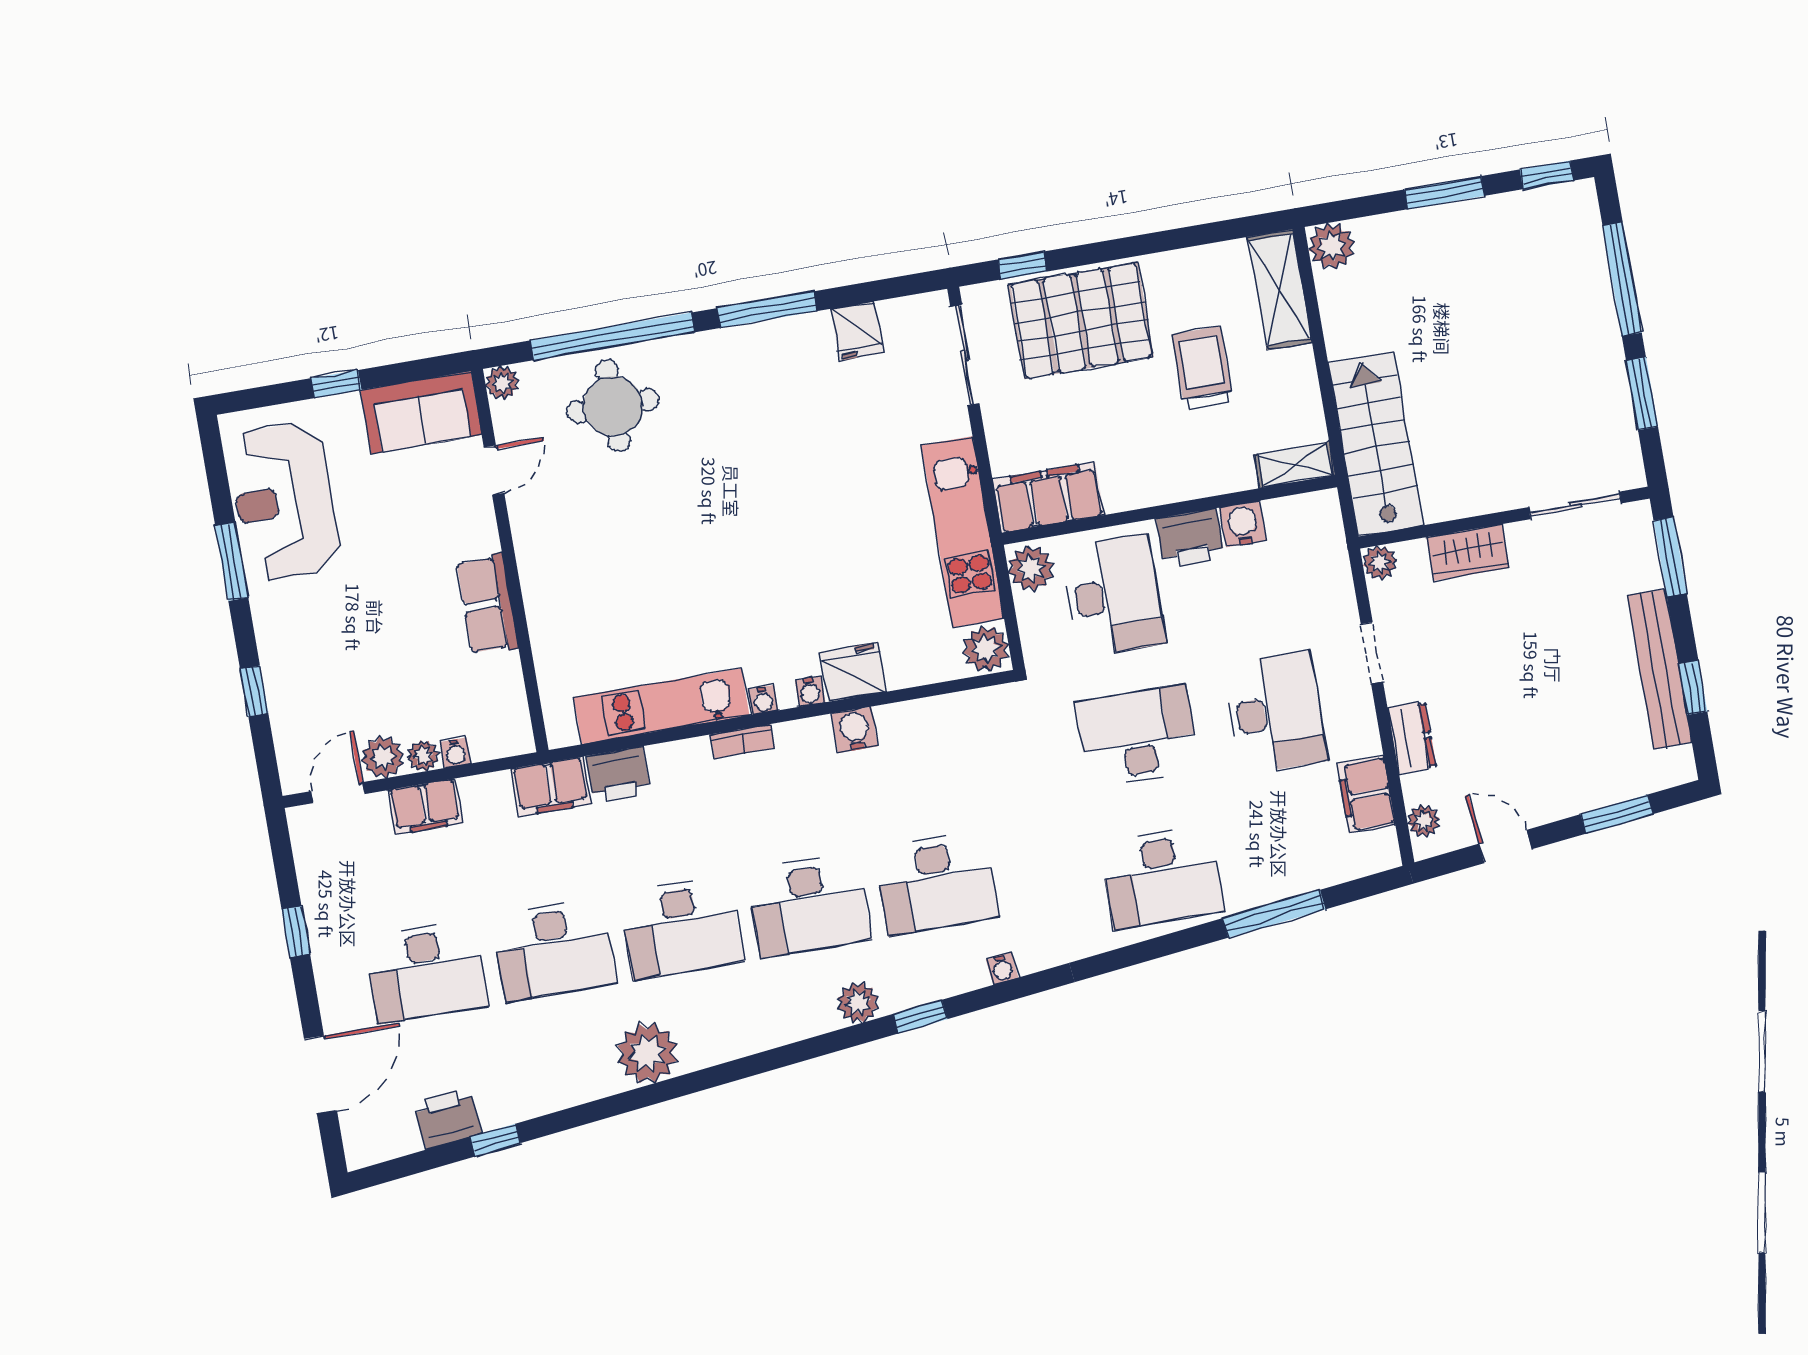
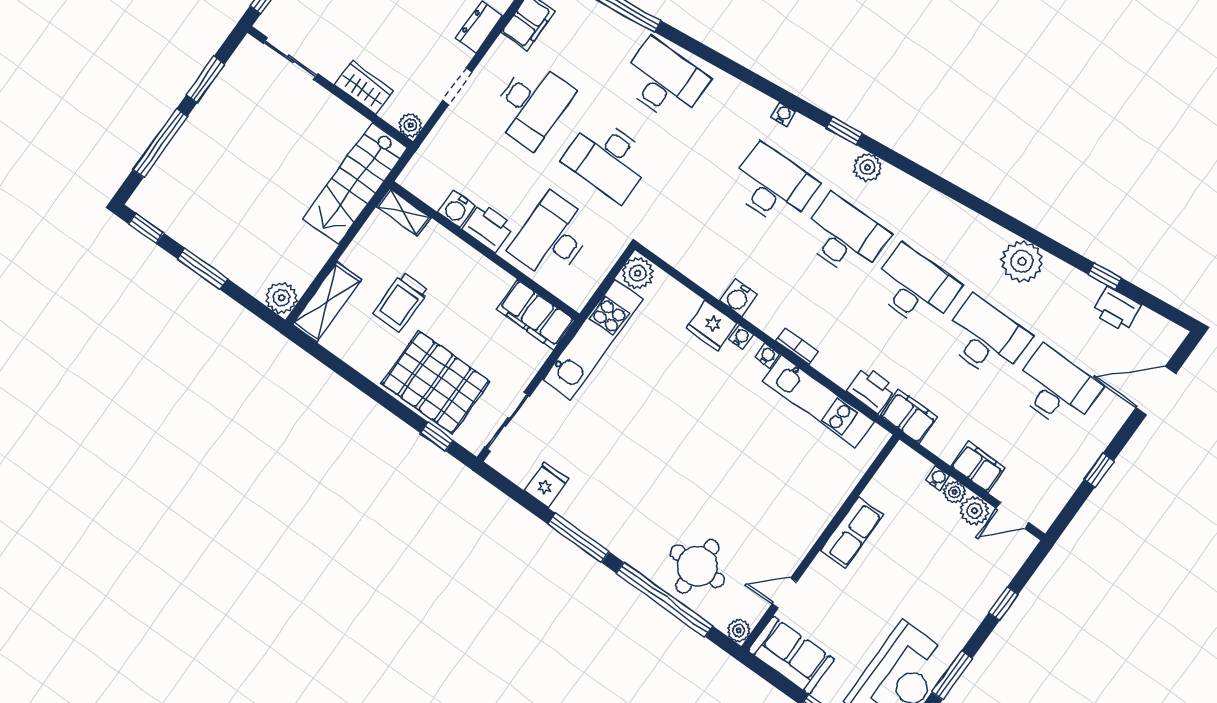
plant: (1031, 568) -> (578, 289), removed
desk: (1275, 712) -> (532, 104), turned 180
plant: (647, 1053) -> (1022, 261), moved

